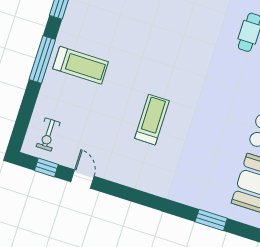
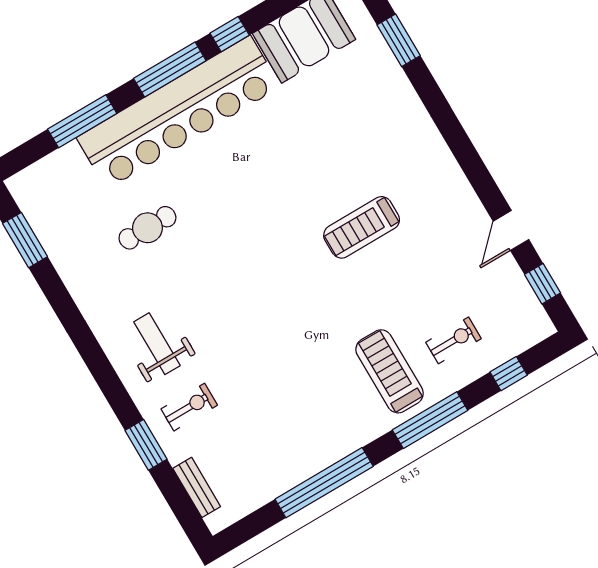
window: (25, 113) -> (509, 374), added
exercise bike: (48, 135) -> (454, 340), moved

